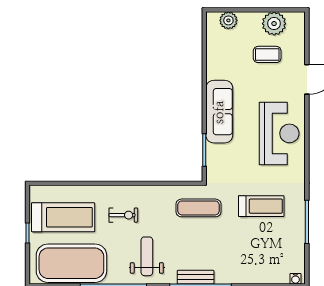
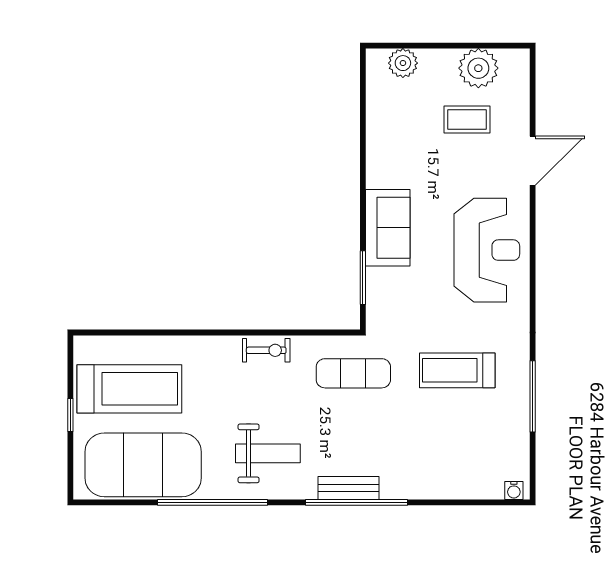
sofa: (219, 112) -> (388, 228), width x0.73
treadmill: (261, 206) -> (457, 370), turned 180
exercise bike: (123, 215) -> (266, 350), moved
weight bench: (147, 256) -> (268, 453), turned 90

